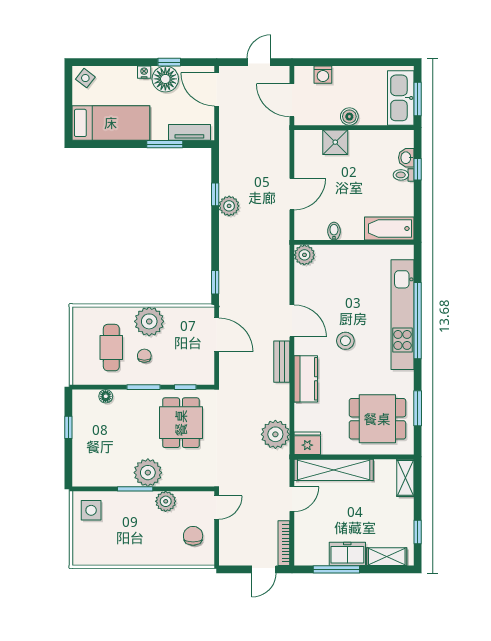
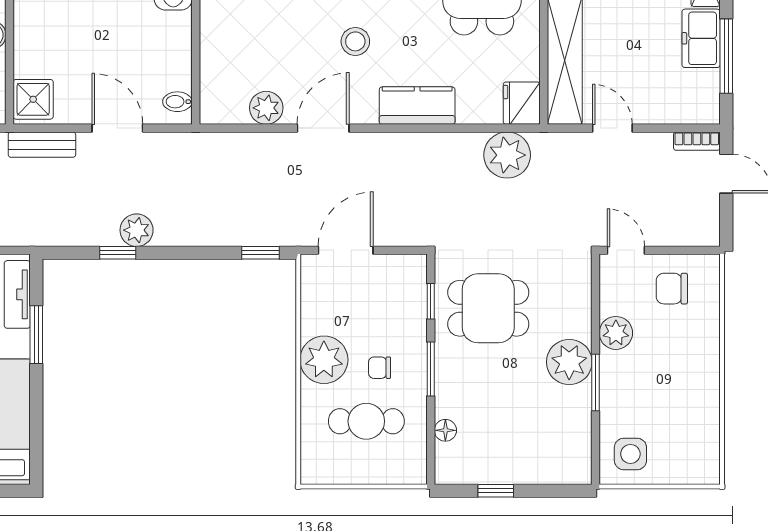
shower: (335, 142) -> (33, 99), moved
bidet: (334, 231) -> (177, 102), moved
plant: (304, 255) -> (266, 108), moved
bench: (282, 362) -> (42, 145), moved
bookcase: (284, 543) -> (697, 141), width x0.64

